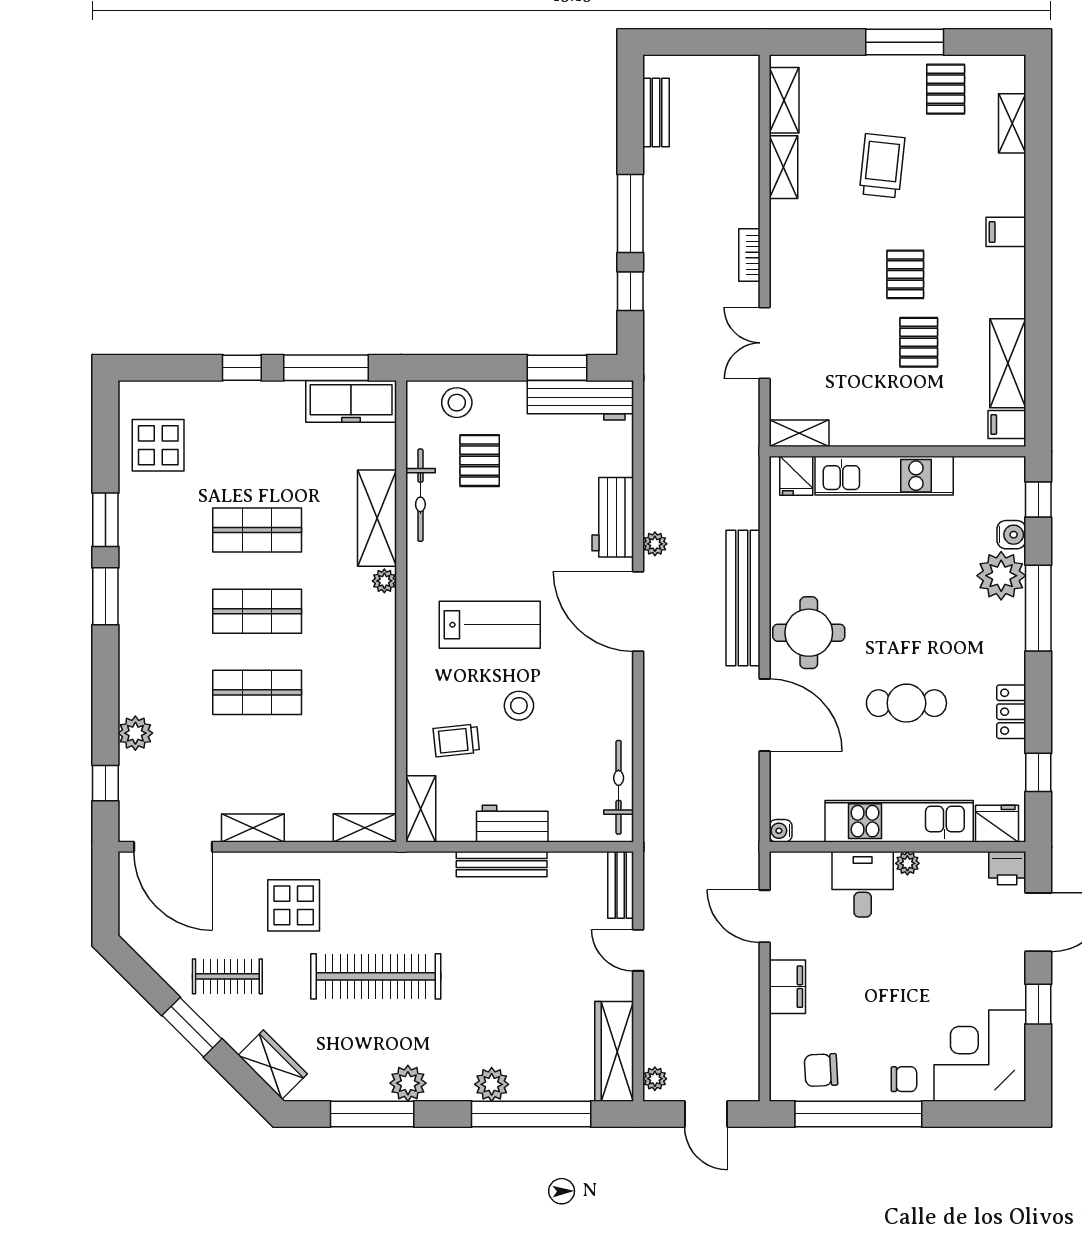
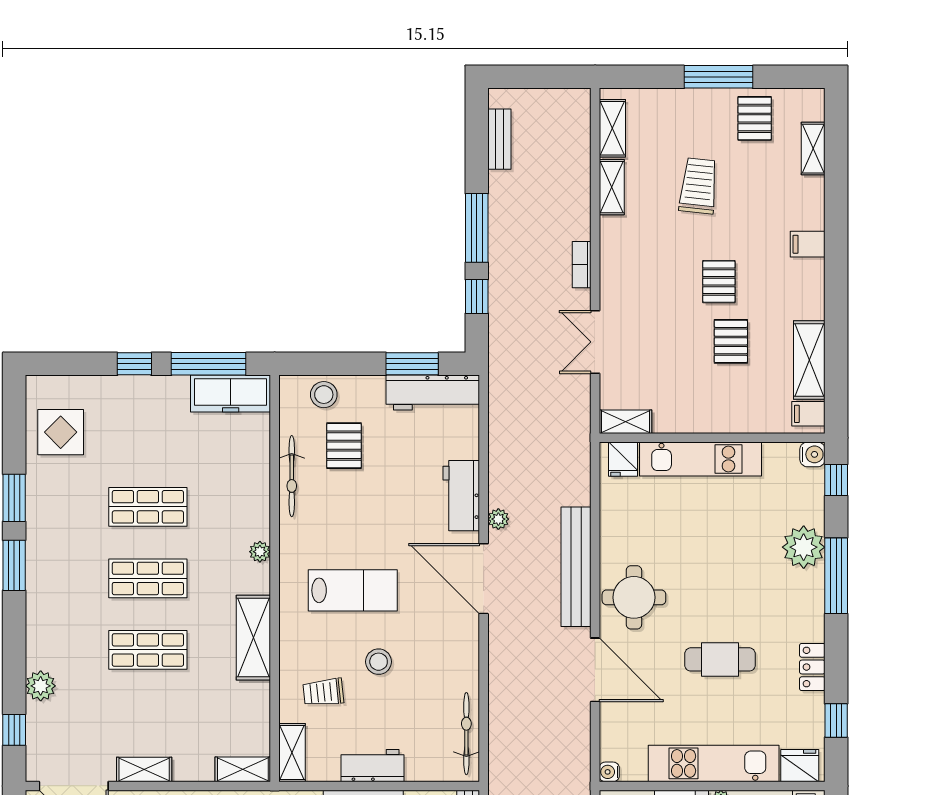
shelving: (377, 518) -> (253, 638), moved
water cooler: (1011, 535) -> (812, 454), moved

